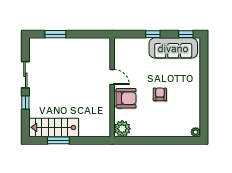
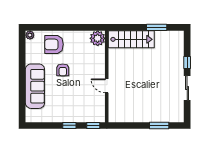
window: (186, 34) -> (93, 125), moved
sofa: (173, 48) -> (35, 86), moved, turned 90
armchair: (126, 98) -> (54, 44), moved
stairs: (54, 127) -> (131, 39), moved

